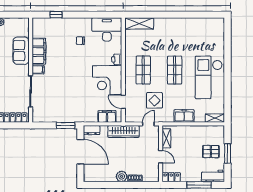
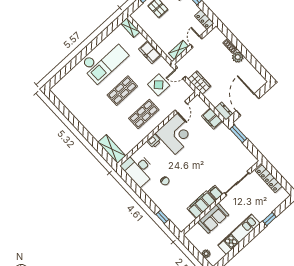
filing cabinet: (107, 116) -> (212, 119), moved
wardrobe: (124, 131) -> (199, 83), width x0.67

